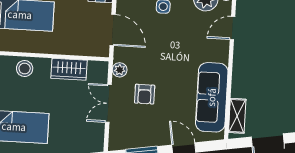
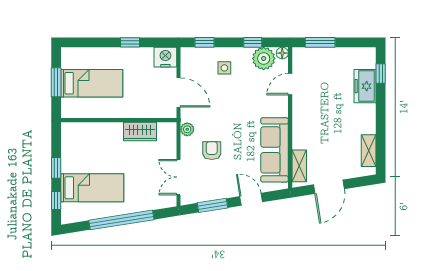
stool: (25, 69) -> (99, 133), removed
armchair: (145, 94) -> (212, 151), turned 180
double door: (108, 103) -> (179, 177), moved

